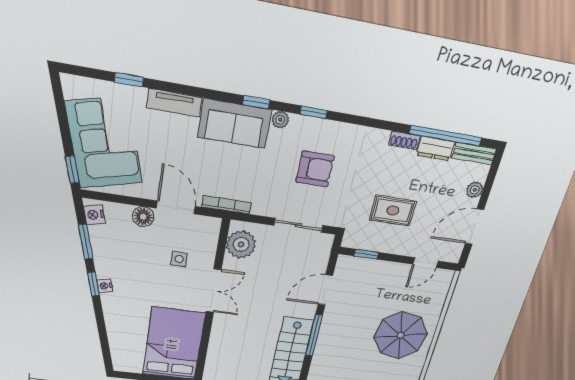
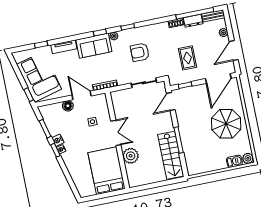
armchair: (315, 169) -> (140, 52), turned 180
rug: (393, 210) -> (188, 58), turned 90
nightstand: (94, 215) -> (58, 140), moved
plant: (241, 244) -> (131, 156), moved
door: (425, 263) -> (218, 78), width x1.87
door: (325, 290) -> (171, 102), moved

